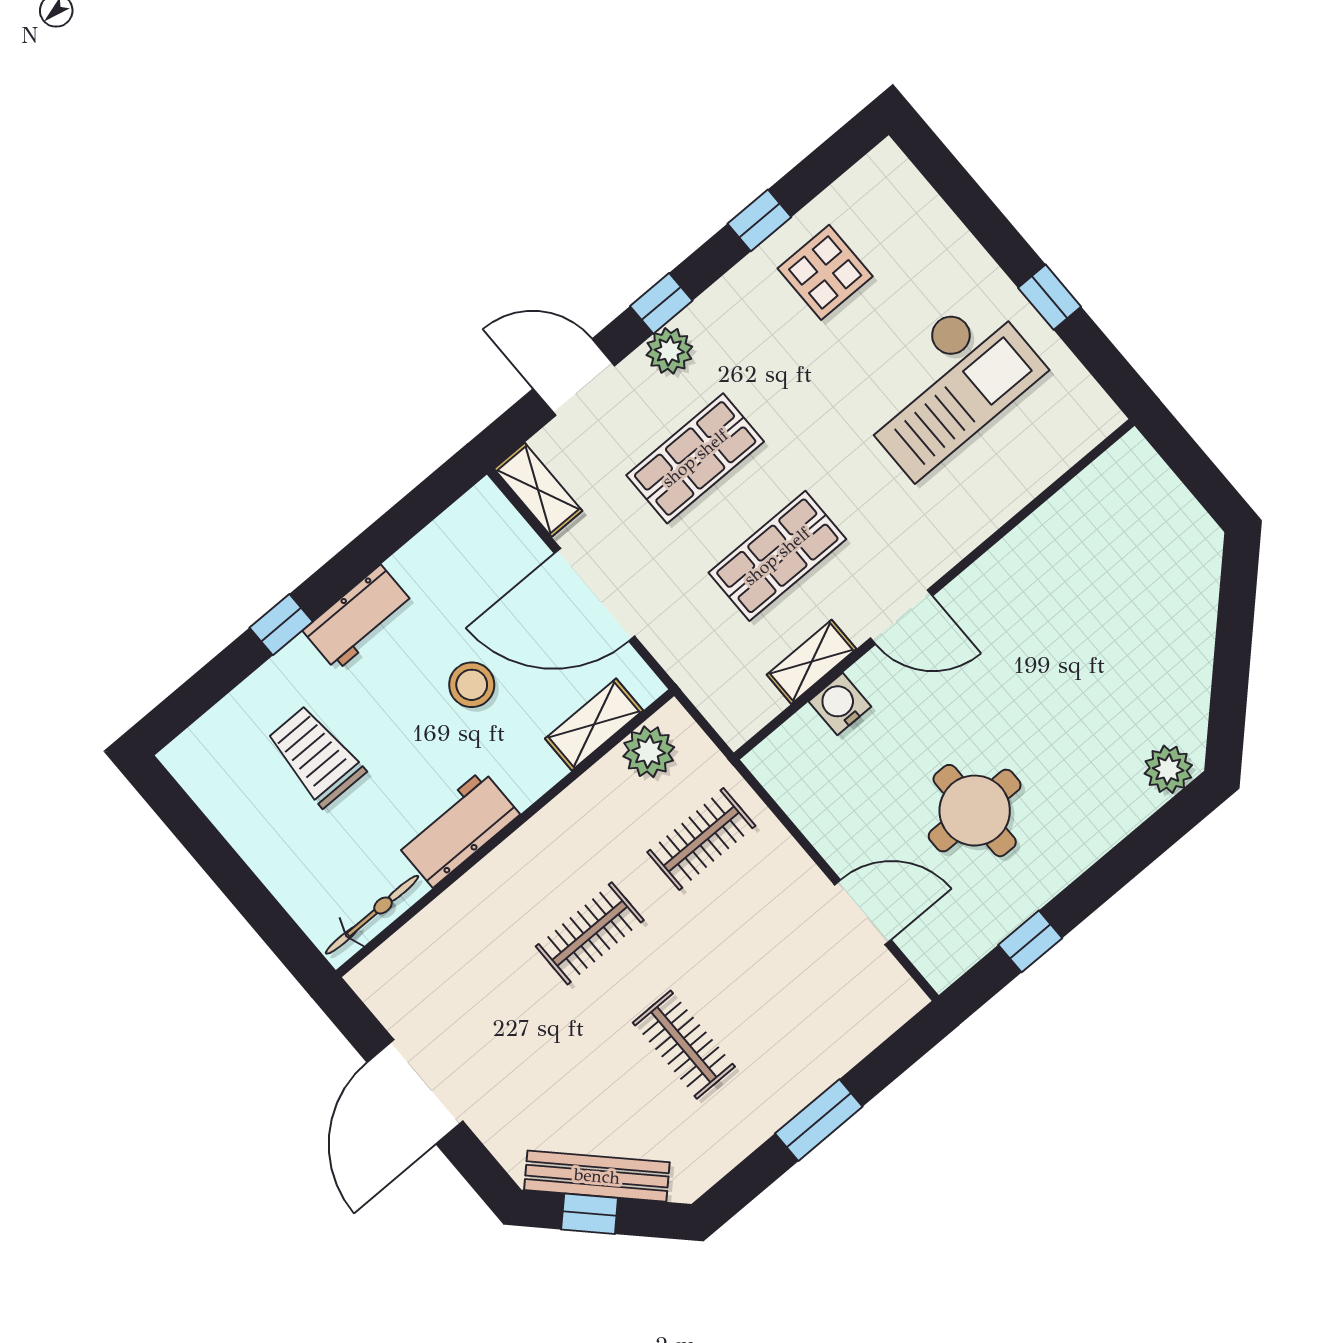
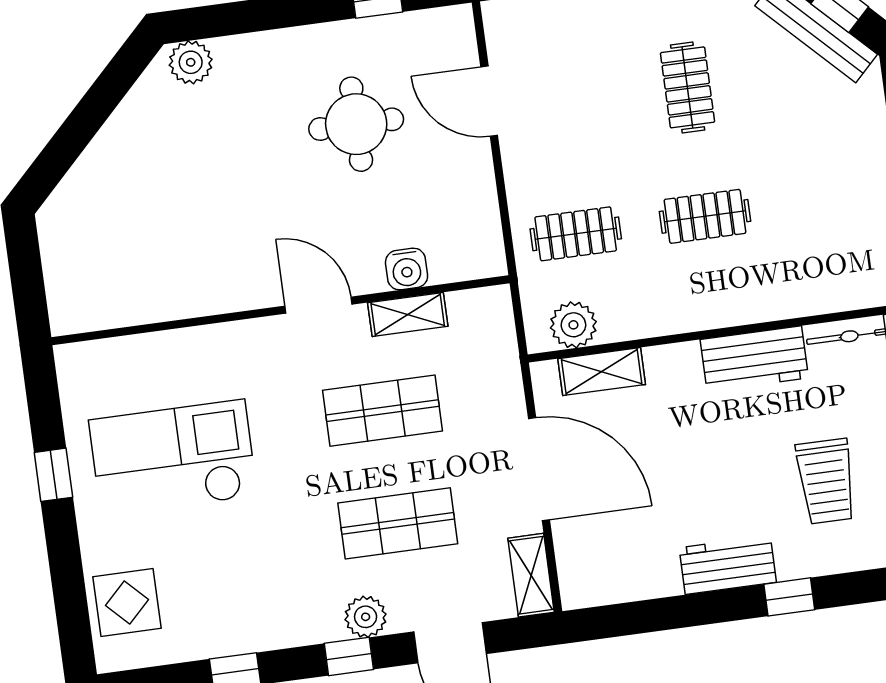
display table: (825, 272) -> (127, 603), moved
stool: (472, 685) -> (675, 460), removed

